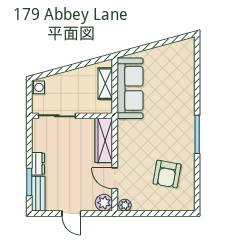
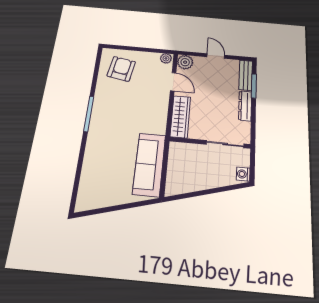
shelving: (105, 84) -> (174, 172), removed
dresser: (38, 164) -> (245, 106), width x1.44
armchair: (167, 174) -> (121, 69), moved

